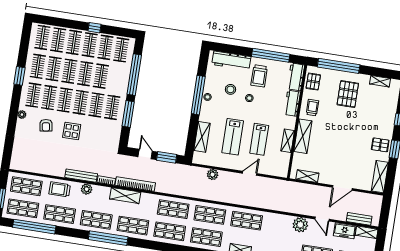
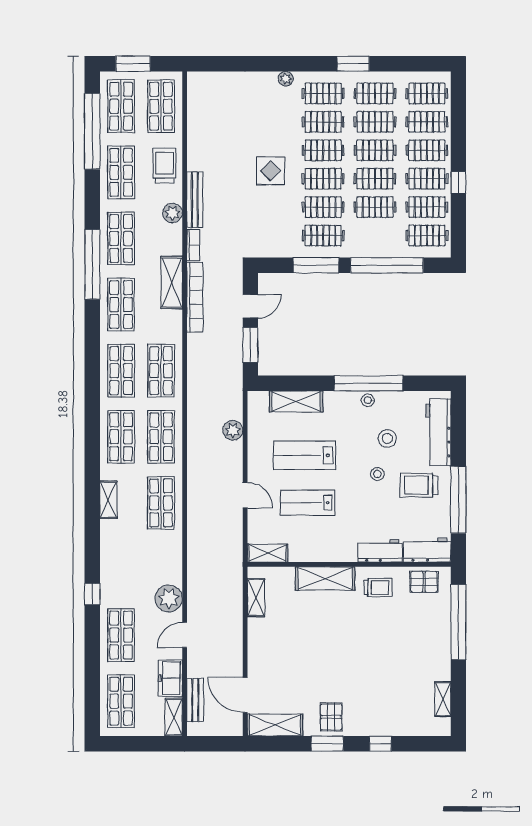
pallet: (348, 94) -> (412, 646), removed
armchair: (46, 125) -> (274, 124), removed
shelving: (288, 141) -> (268, 553), moved
door: (342, 188) -> (245, 695), moved

